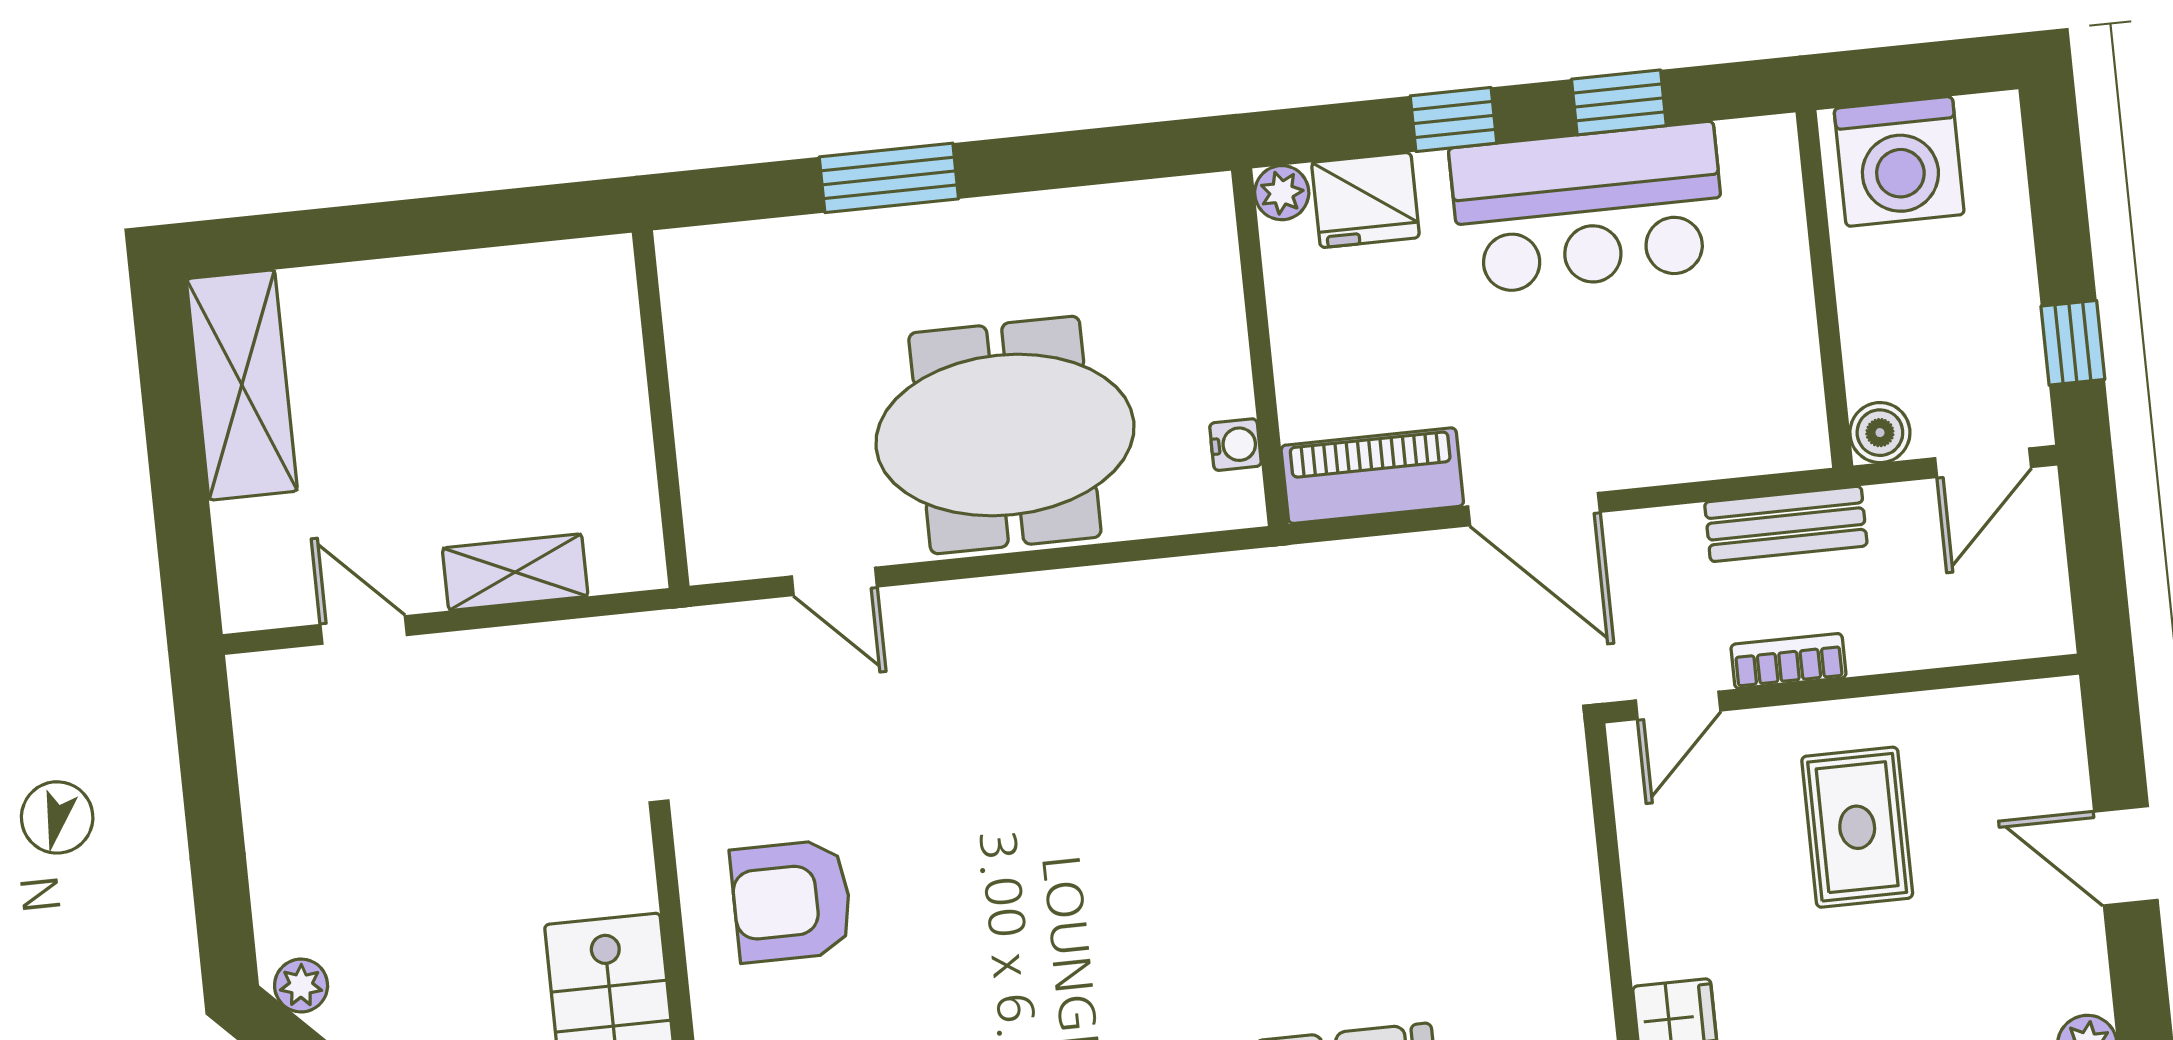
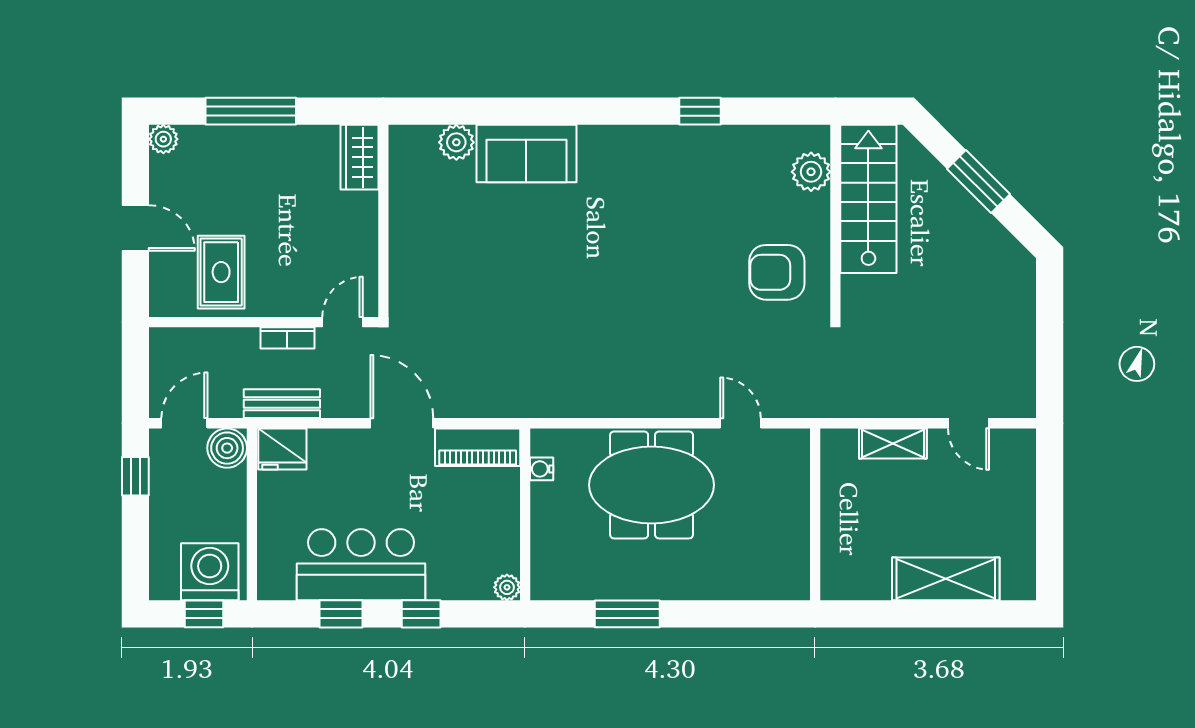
window: (1902, 73) -> (204, 614), added
window: (889, 178) -> (627, 614), moved
fridge: (1366, 200) -> (282, 449), moved, turned 180
shelving: (242, 385) -> (946, 579), moved, turned 90
boiler: (1880, 433) -> (227, 448), width x1.36, depth x1.36
rug: (1857, 827) -> (221, 272), moved
armchair: (792, 901) -> (777, 272), turned 180
plant: (301, 985) -> (1016, 256), removed

